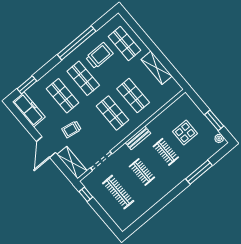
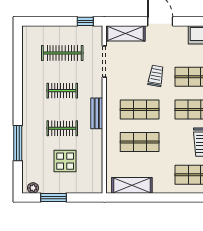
shelving: (157, 68) -> (132, 185), moved
trolley: (71, 129) -> (156, 76), moved

